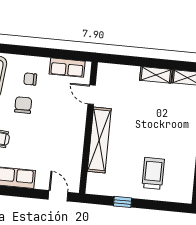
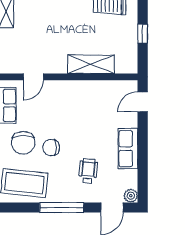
chair: (30, 79) -> (23, 143), width x1.87, depth x1.87
shelving: (99, 140) -> (91, 64), width x0.68

